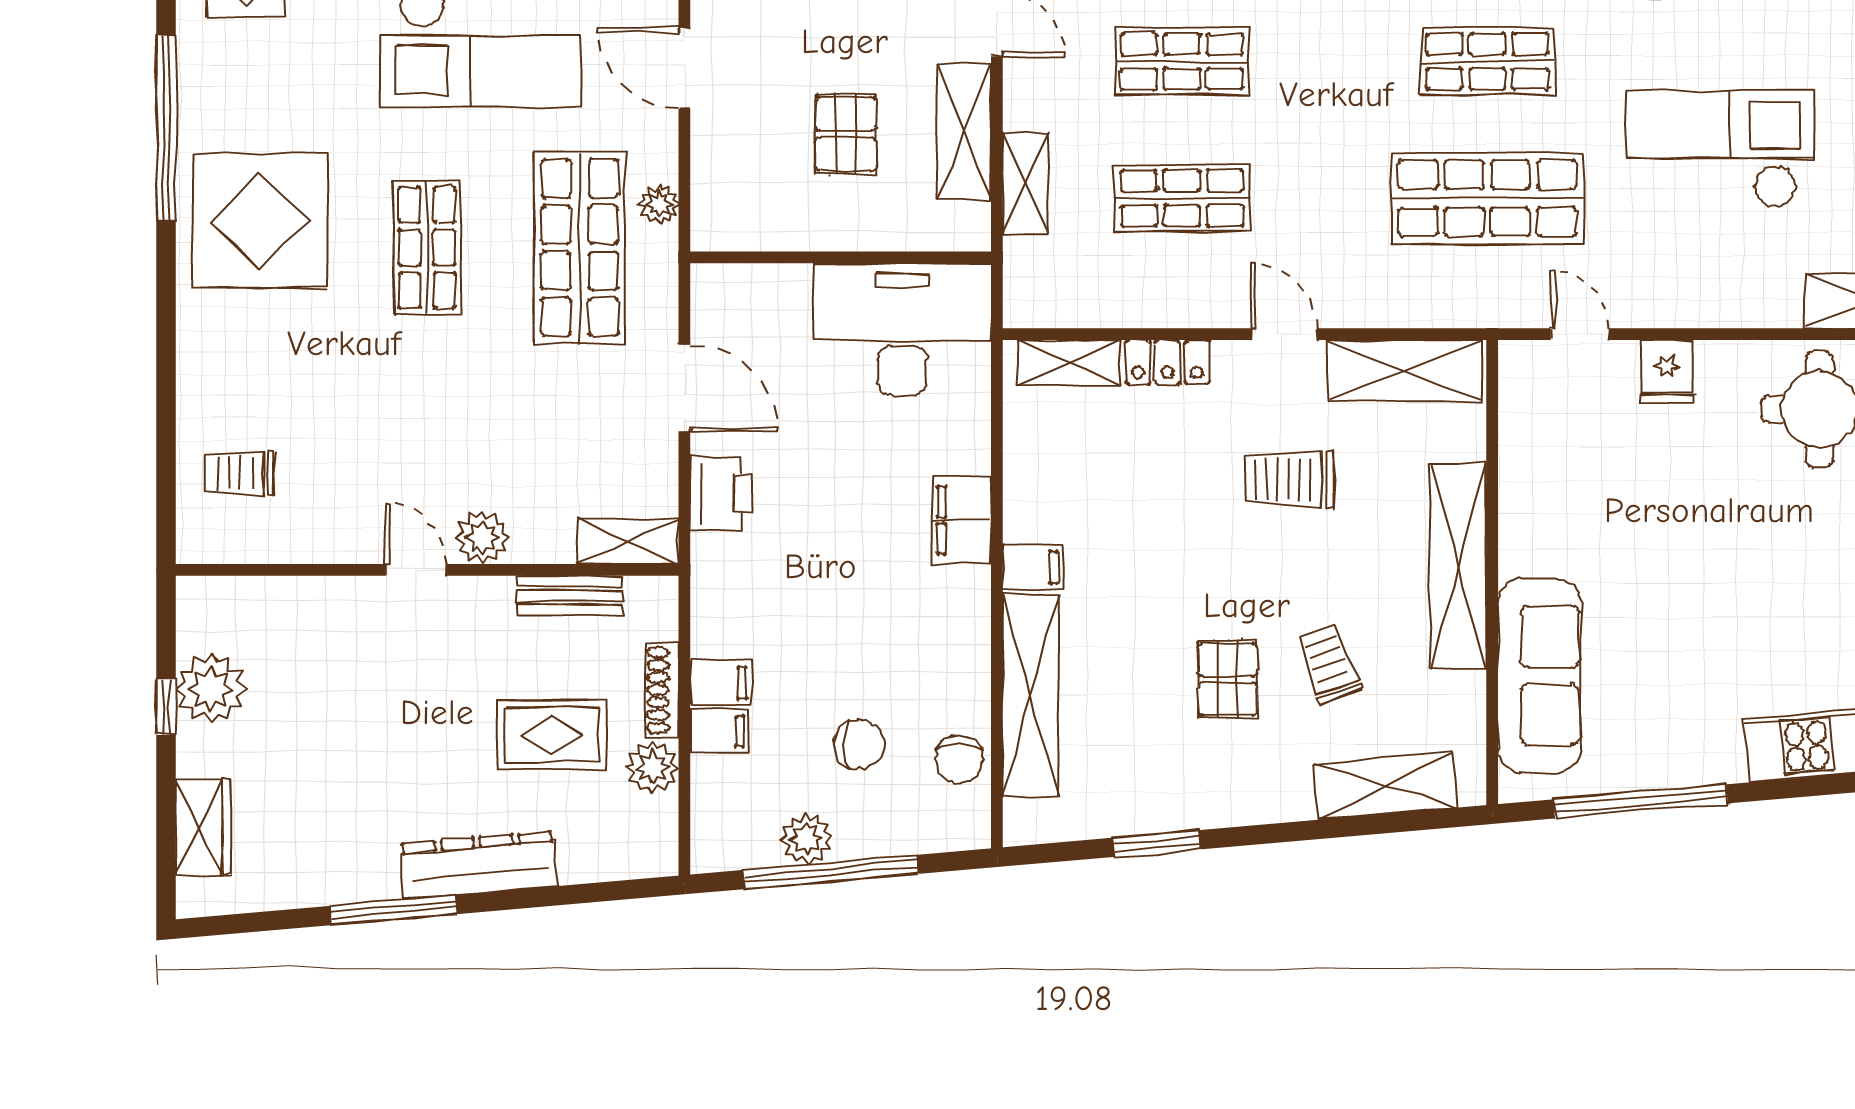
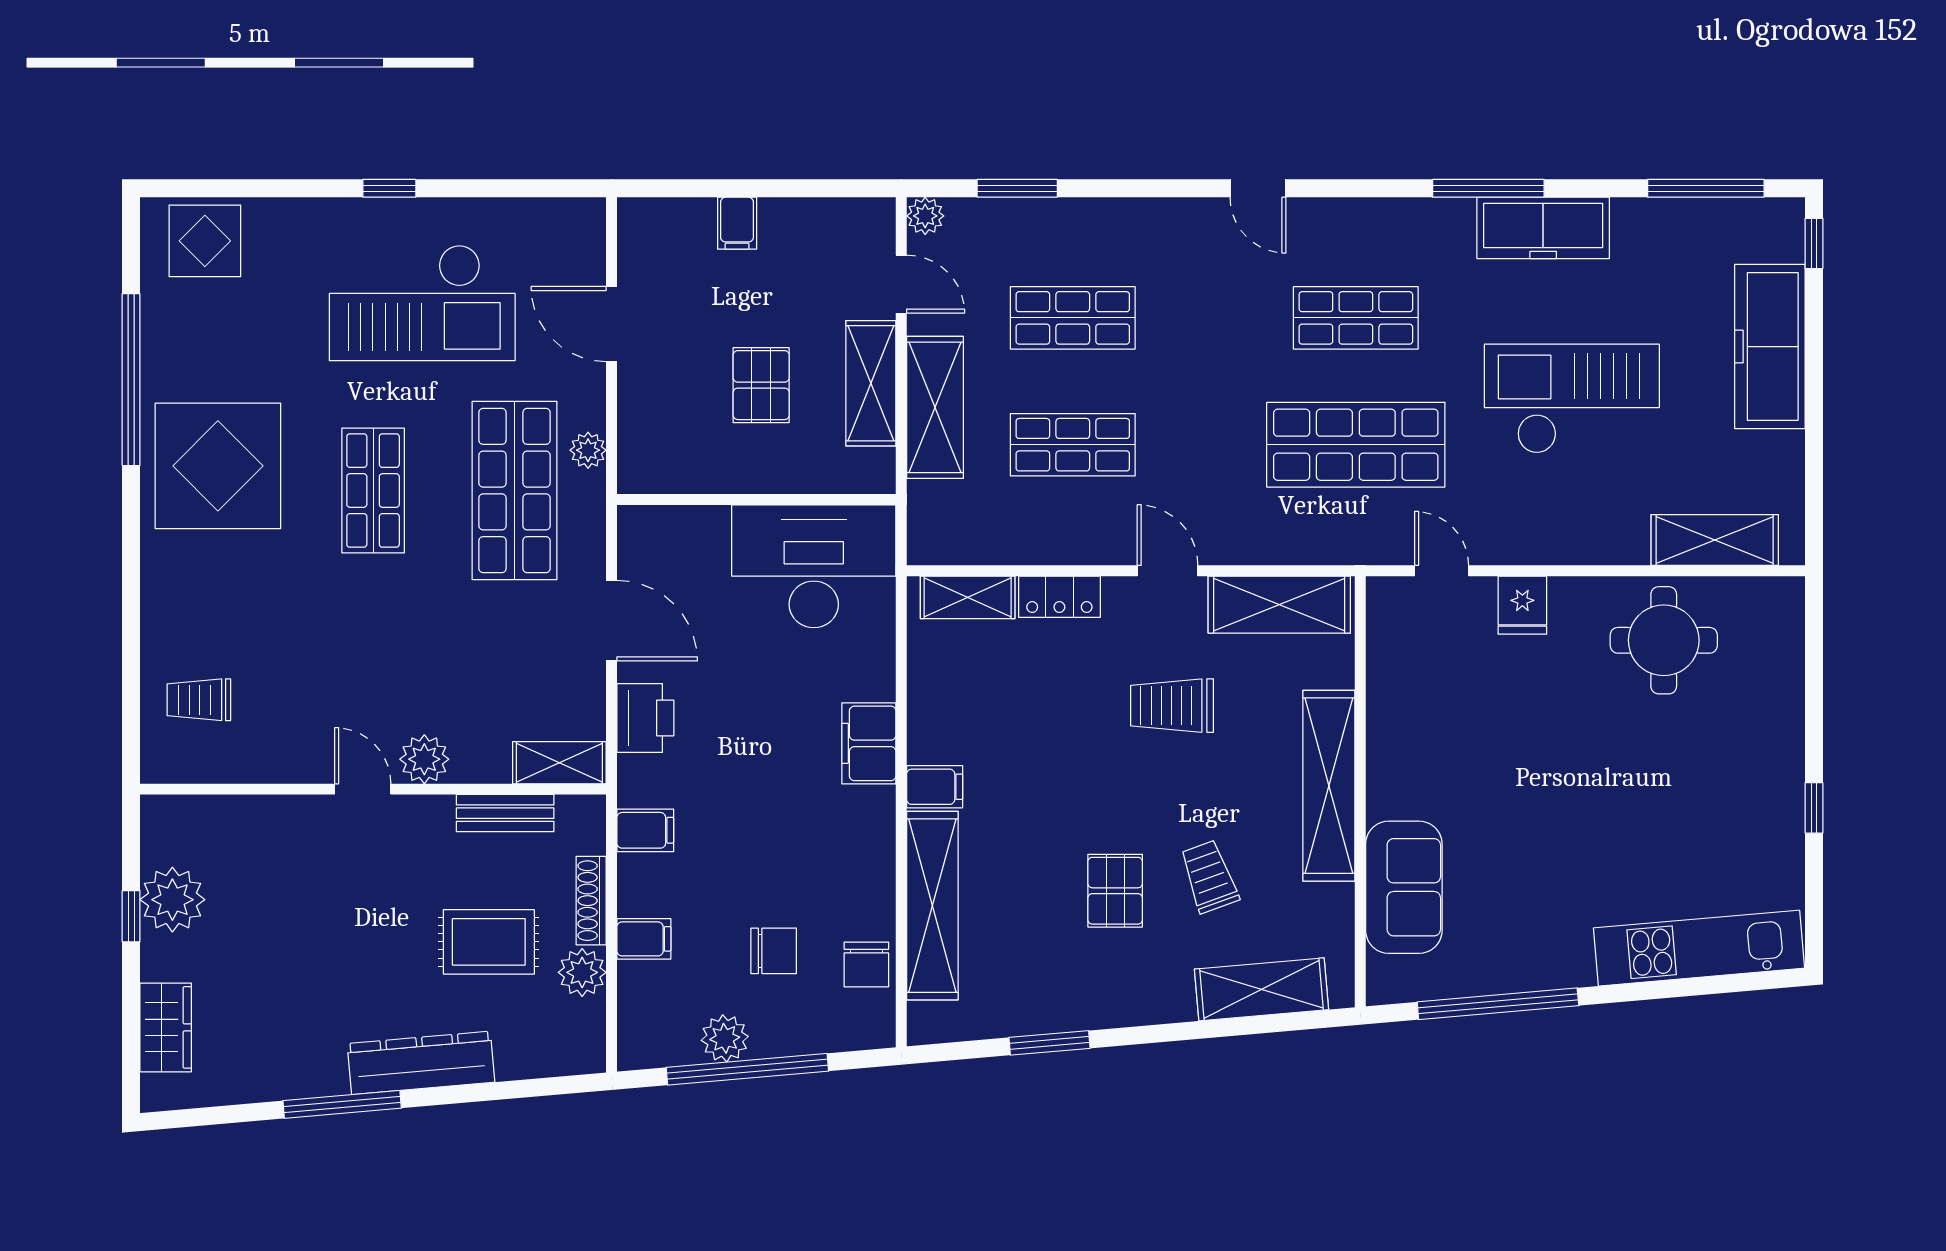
shelving: (1026, 184) -> (935, 407), width x1.50, depth x1.33
sofa: (1539, 676) -> (1404, 887), width x0.73
filing cabinet: (721, 683) -> (645, 830), moved

